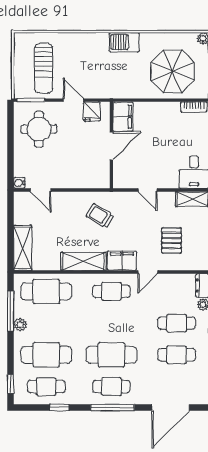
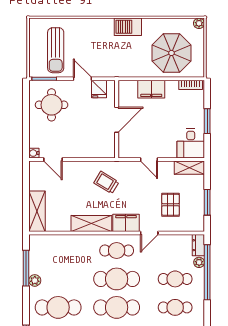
filing cabinet: (123, 117) -> (151, 89), moved, turned 90
cafe table: (46, 291) -> (117, 279), moved

